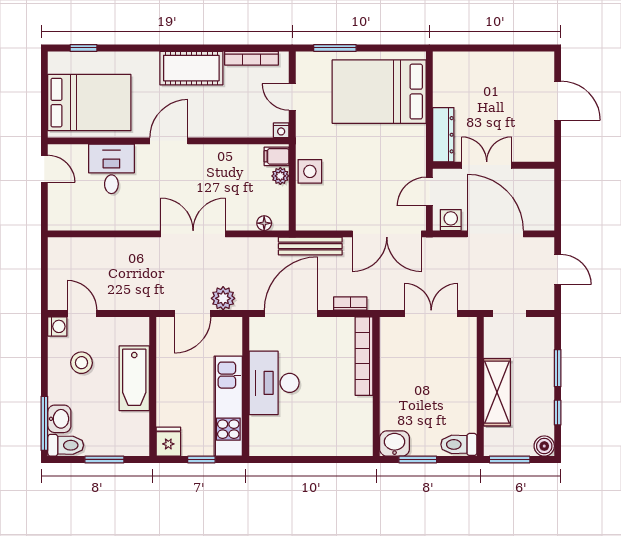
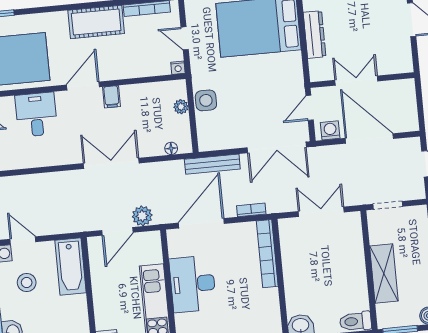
dresser: (443, 135) -> (315, 35), moved
filing cabinet: (277, 156) -> (111, 97), moved, turned -90
bathtub: (134, 378) -> (71, 267), moved

